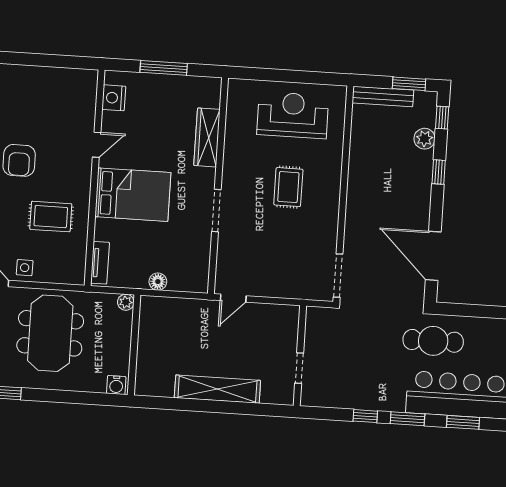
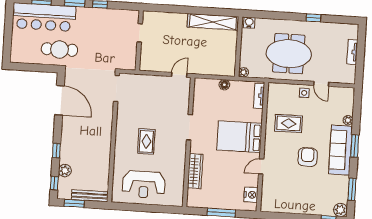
meeting table: (50, 333) -> (289, 54), turned 90
shelving: (217, 389) -> (213, 22), moved

